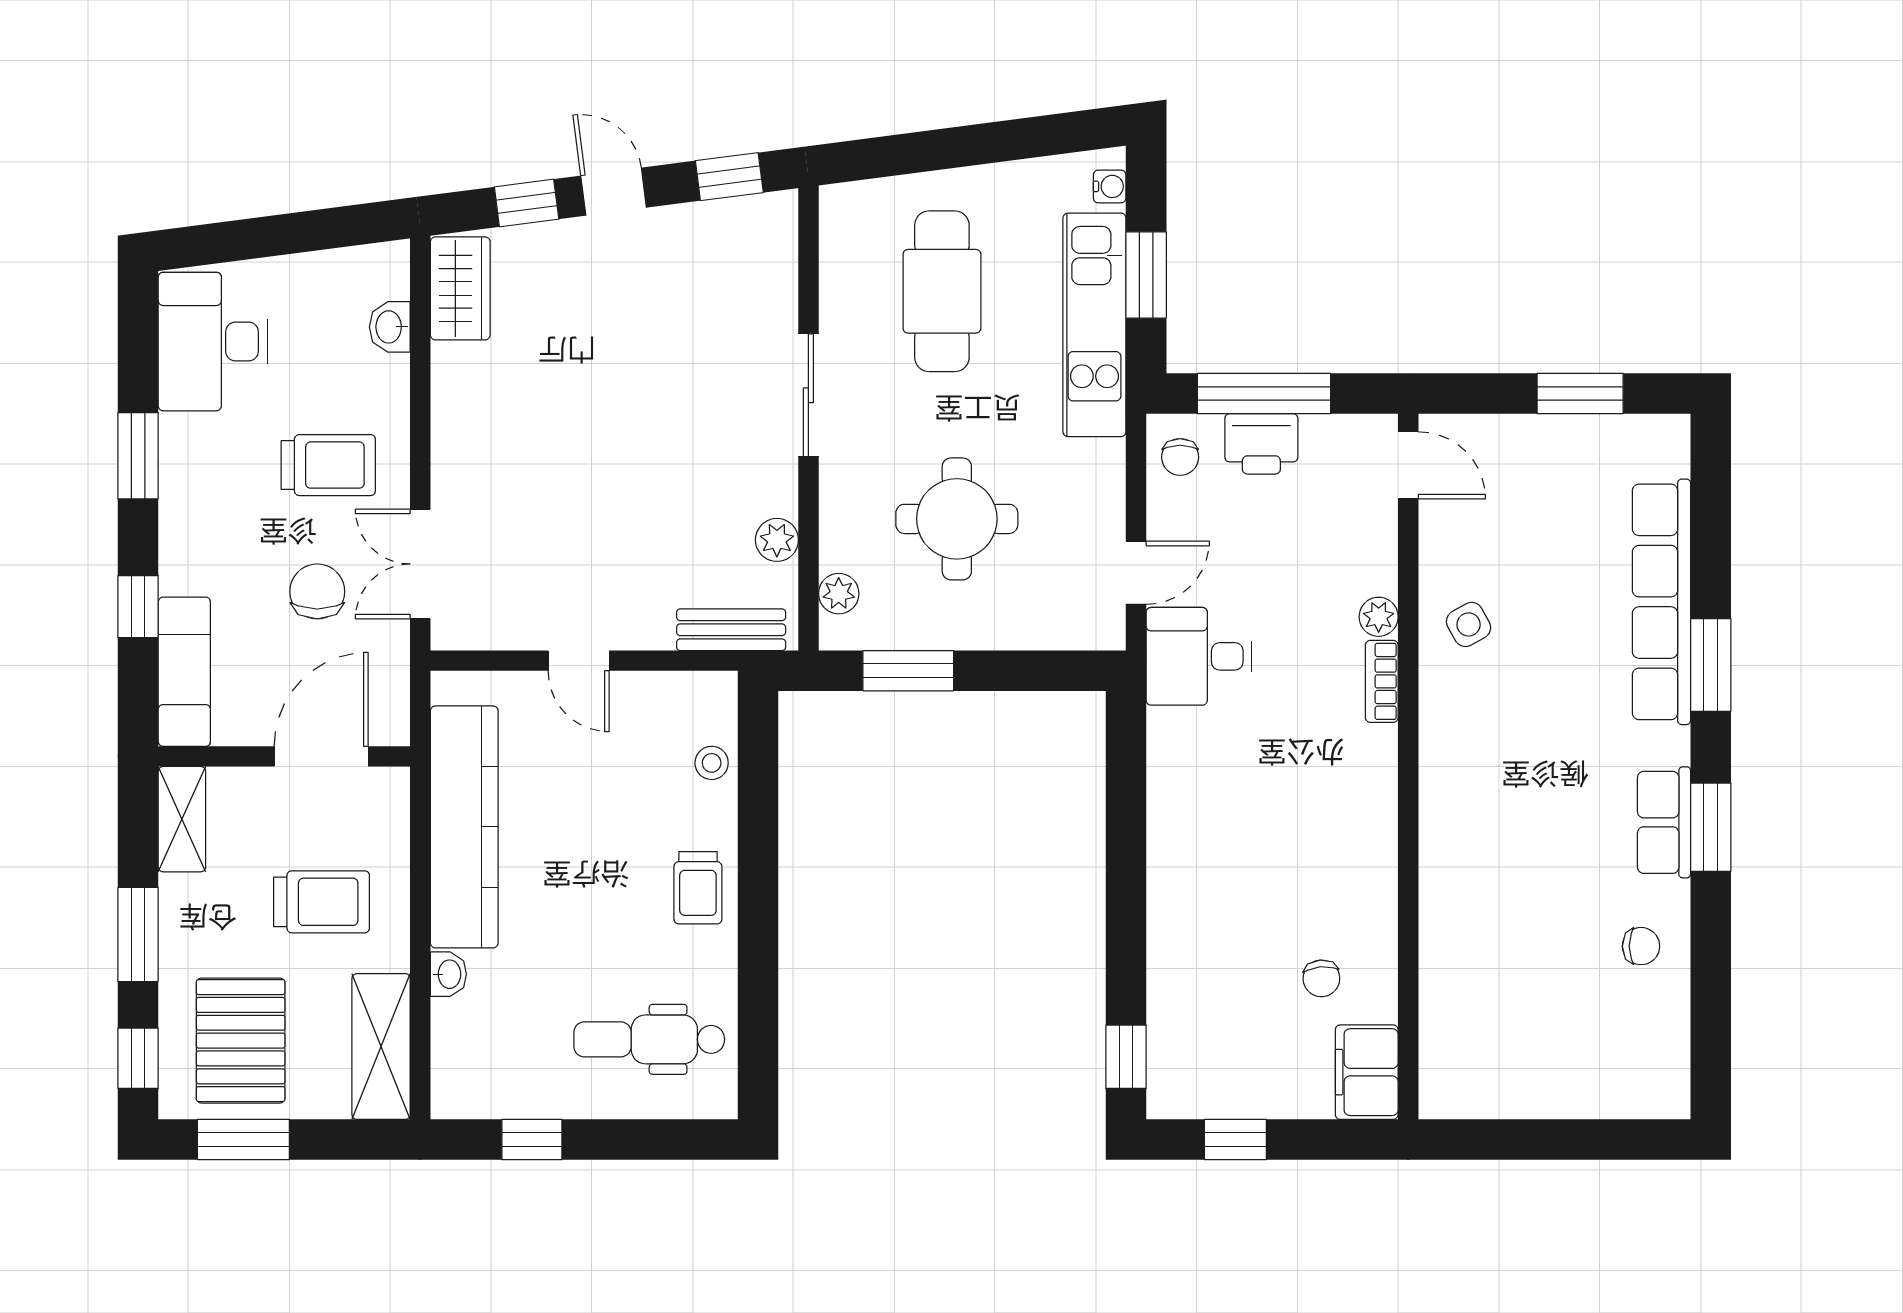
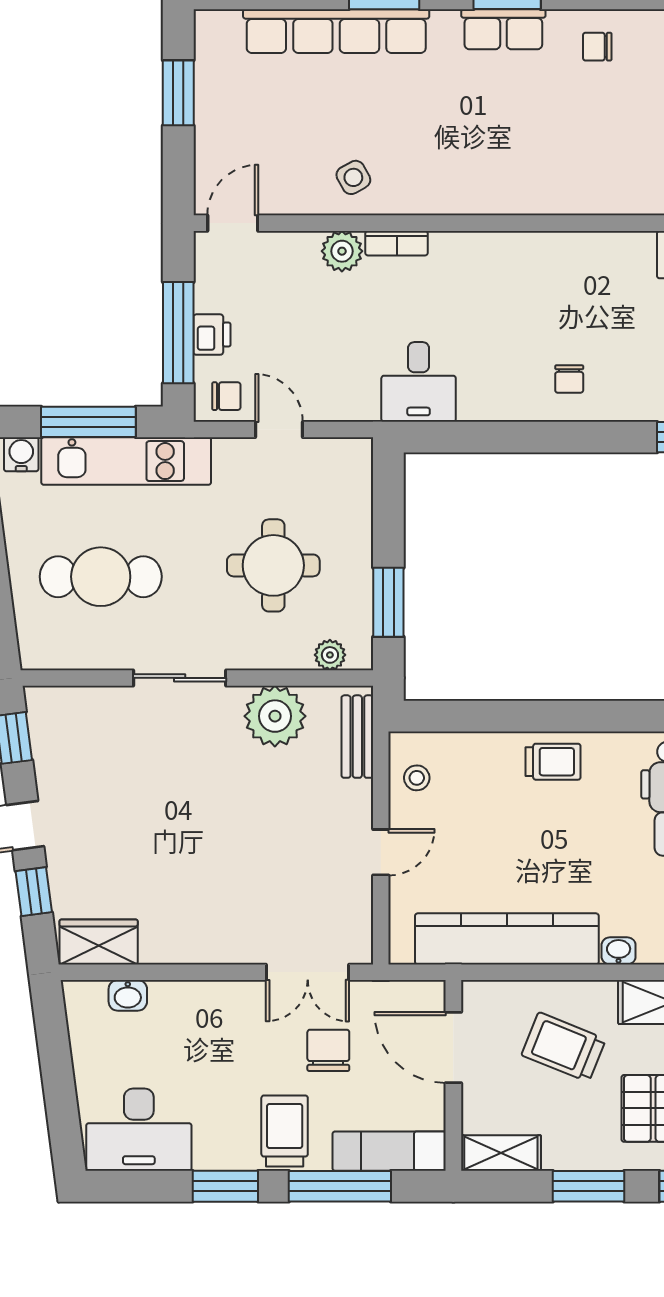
water cooler: (1110, 186) -> (21, 454), width x1.38, depth x1.38
window: (1146, 275) -> (88, 422), width x1.44
printer: (1261, 444) -> (212, 335), width x0.73, depth x0.81
trolley: (328, 465) -> (285, 1131), moved
plant: (777, 540) -> (275, 716), width x1.88, depth x1.88
door: (1136, 573) -> (279, 430), moved
chair: (317, 591) -> (328, 1050), turned 90
window: (138, 607) -> (340, 1186), width x2.17
plant: (1379, 617) -> (342, 251), width x1.38, depth x1.38
desk: (1199, 656) -> (419, 382), moved
stool: (712, 763) -> (417, 778), moved
trolley: (321, 902) -> (564, 1047), turned -68
chair: (1641, 946) -> (597, 47), turned -90
chair: (1321, 978) -> (569, 379), moved, turned 95

